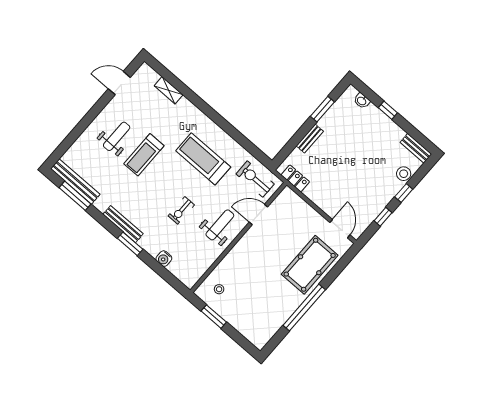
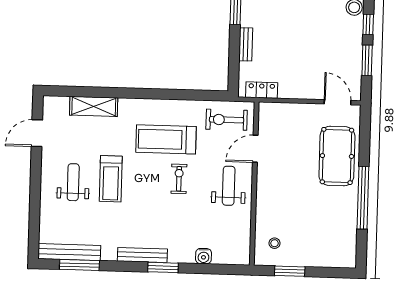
shelving: (169, 90) -> (94, 106), width x1.50, depth x1.33
exercise bike: (181, 210) -> (179, 179), moved, turned 180
window: (383, 217) -> (367, 60), width x1.50

